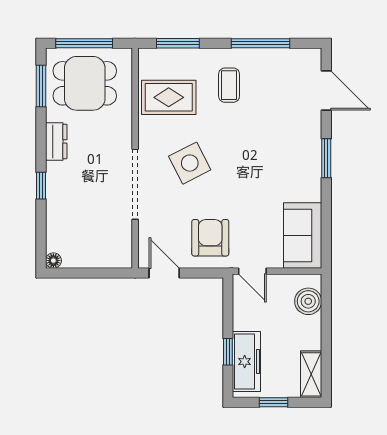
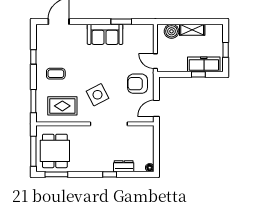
window: (261, 43) -> (33, 57), width x0.46
rug: (169, 97) -> (62, 106), turned 90
dresser: (56, 141) -> (124, 166), moved
window: (326, 158) -> (121, 22), moved
sofa: (303, 236) -> (105, 34), moved
door: (252, 271) -> (155, 61), swing flipped
shelving: (311, 374) -> (192, 30), moved

